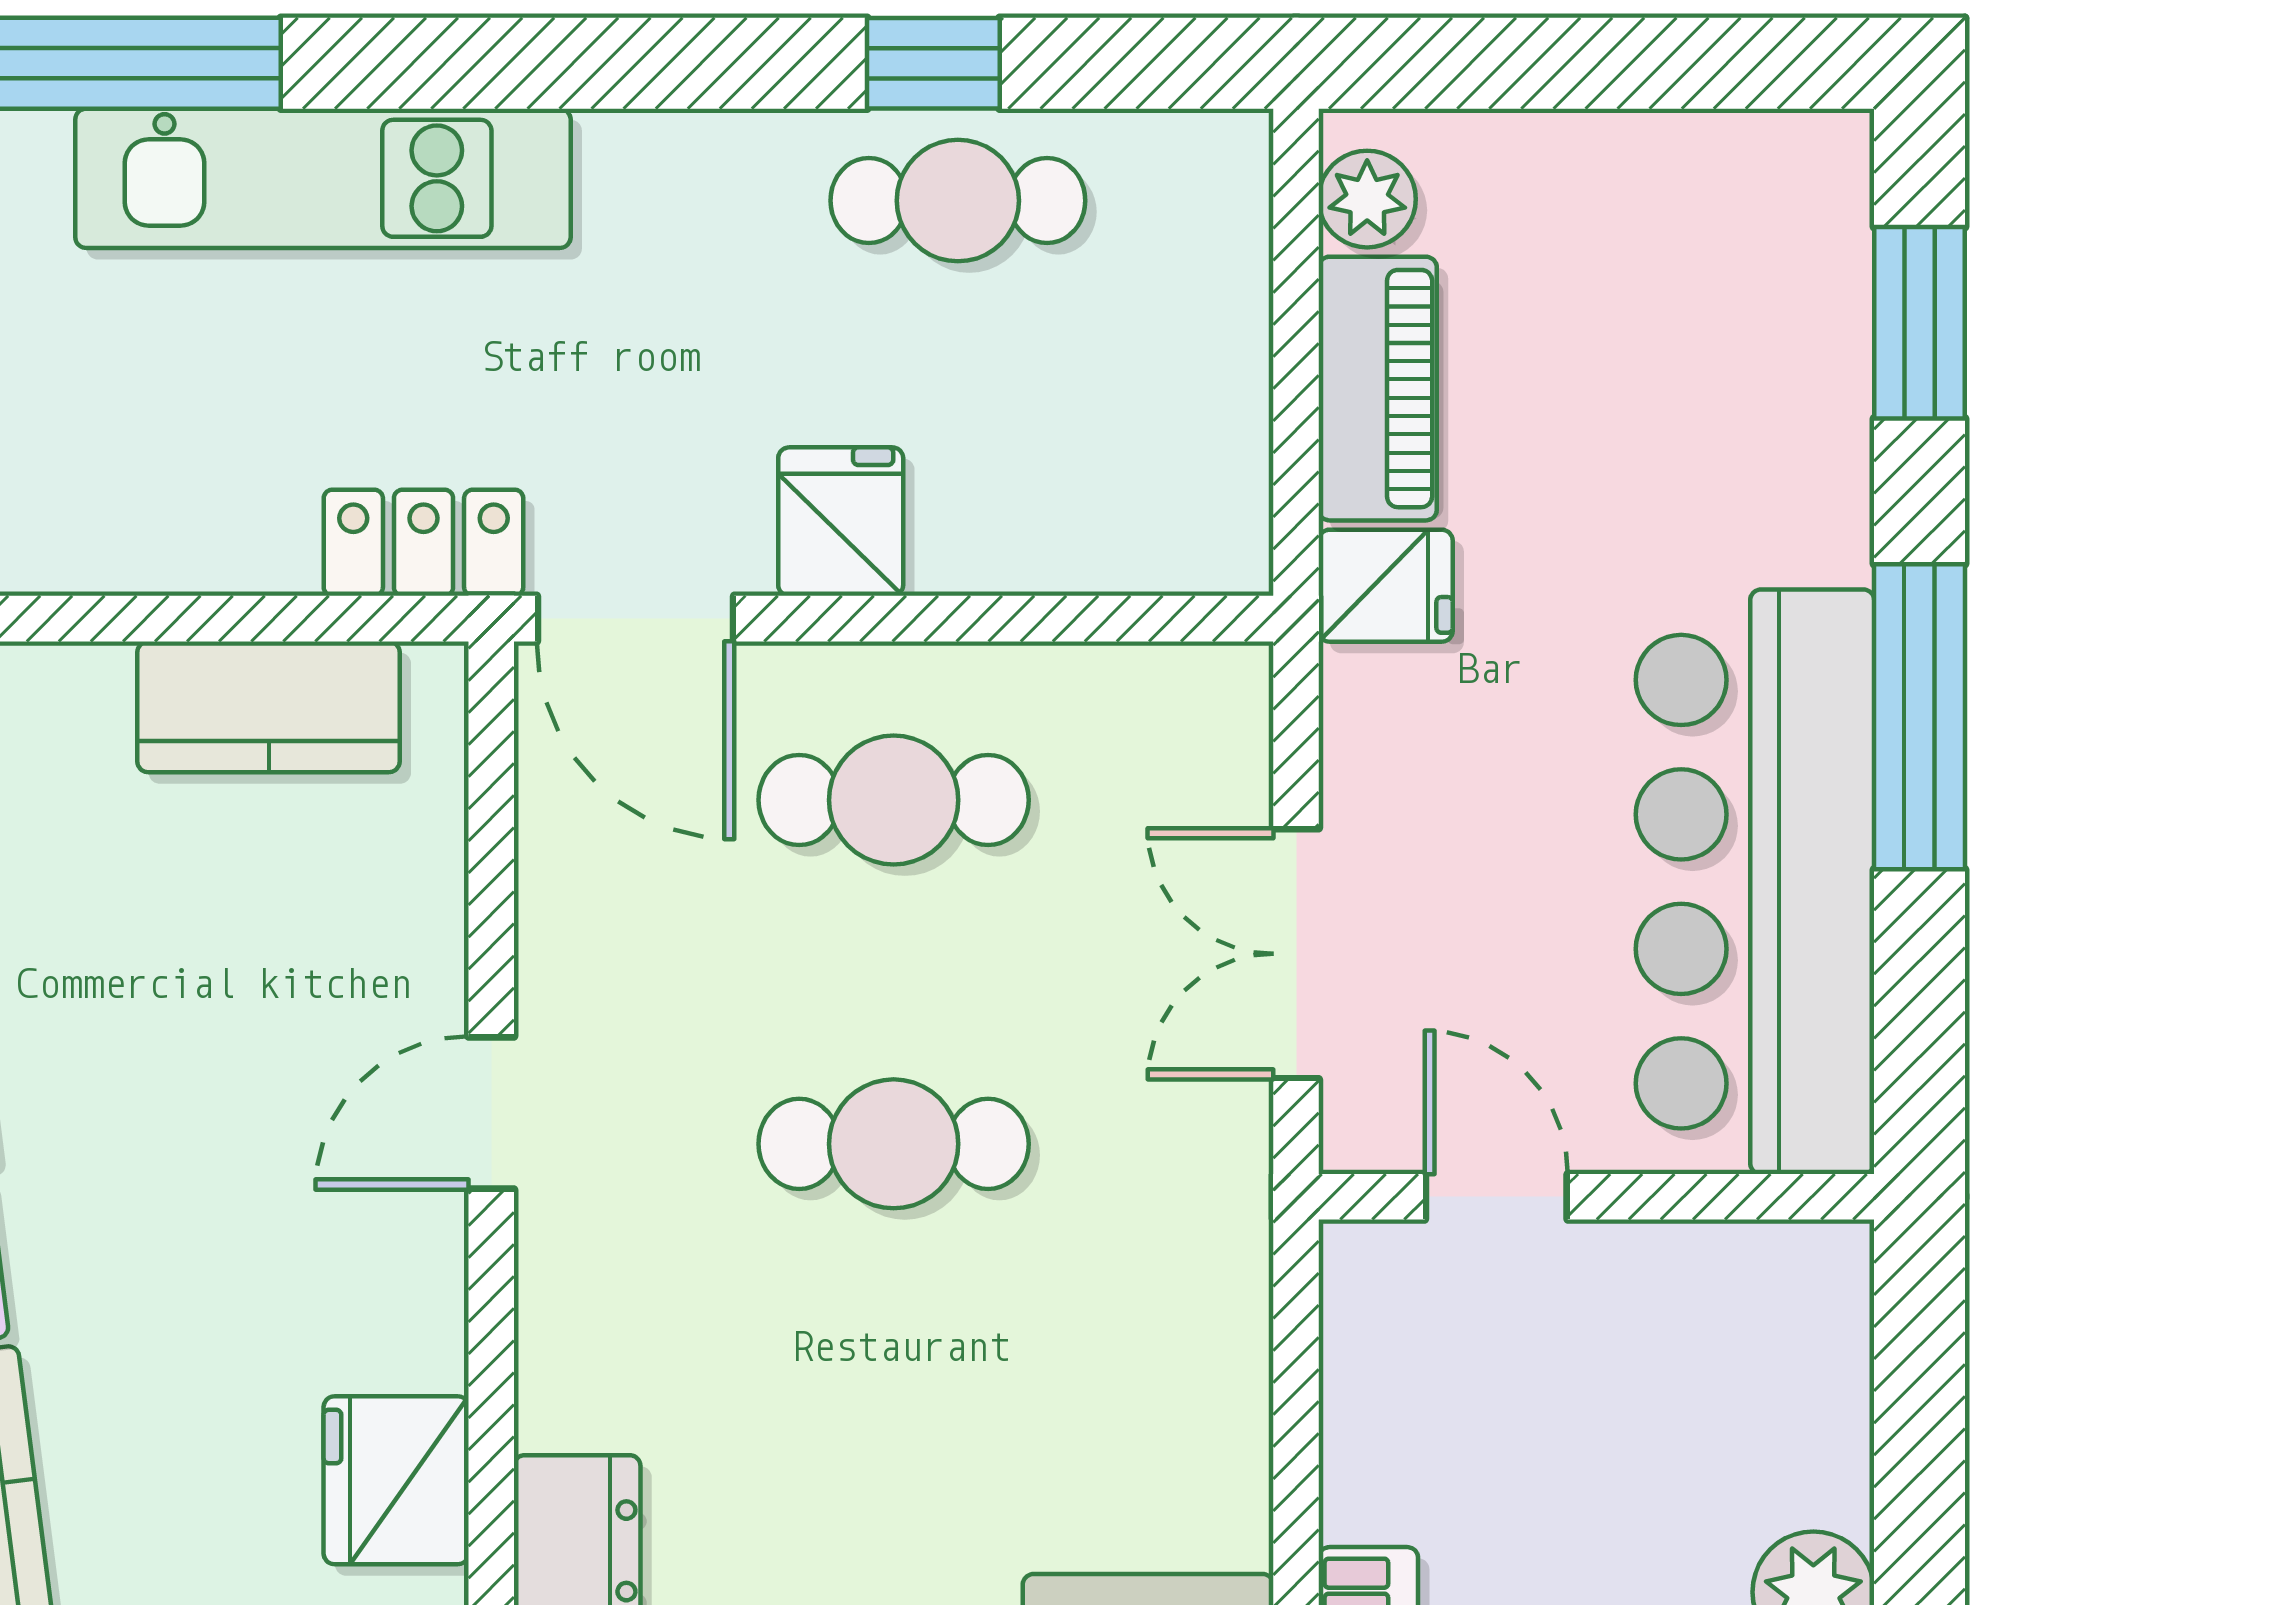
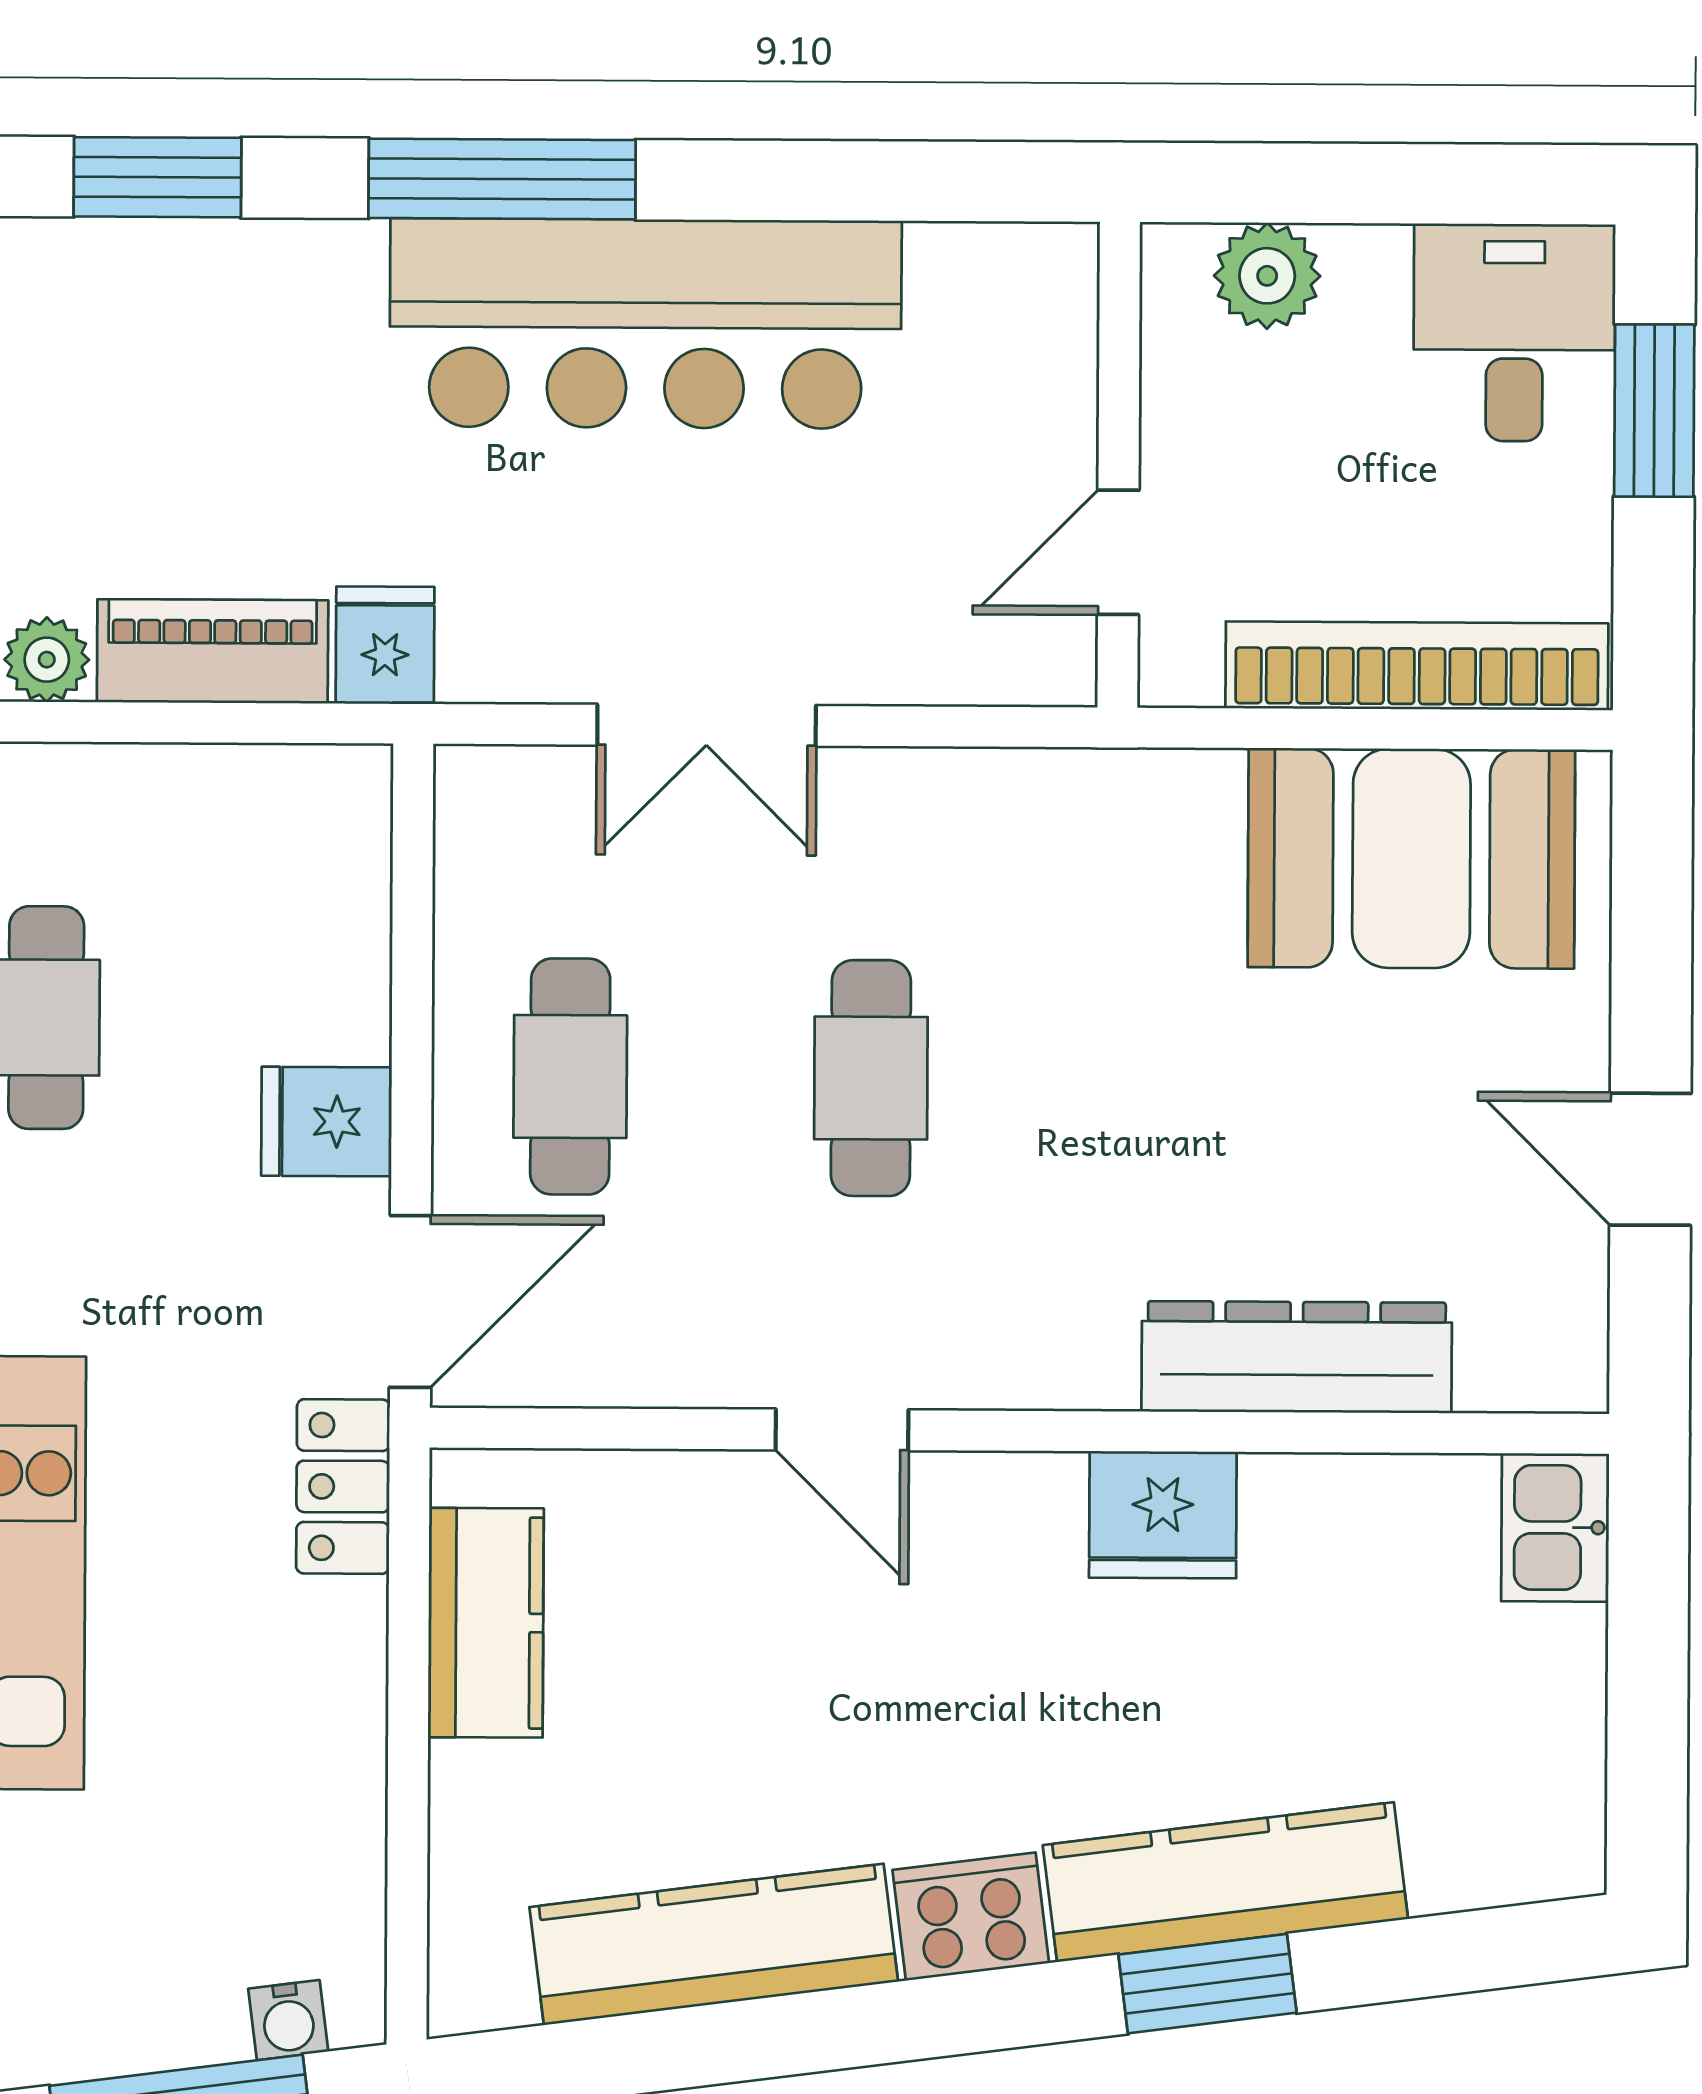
door: (1496, 1197) -> (1118, 552), moved
wall: (1596, 1197) -> (1119, 465), moved

